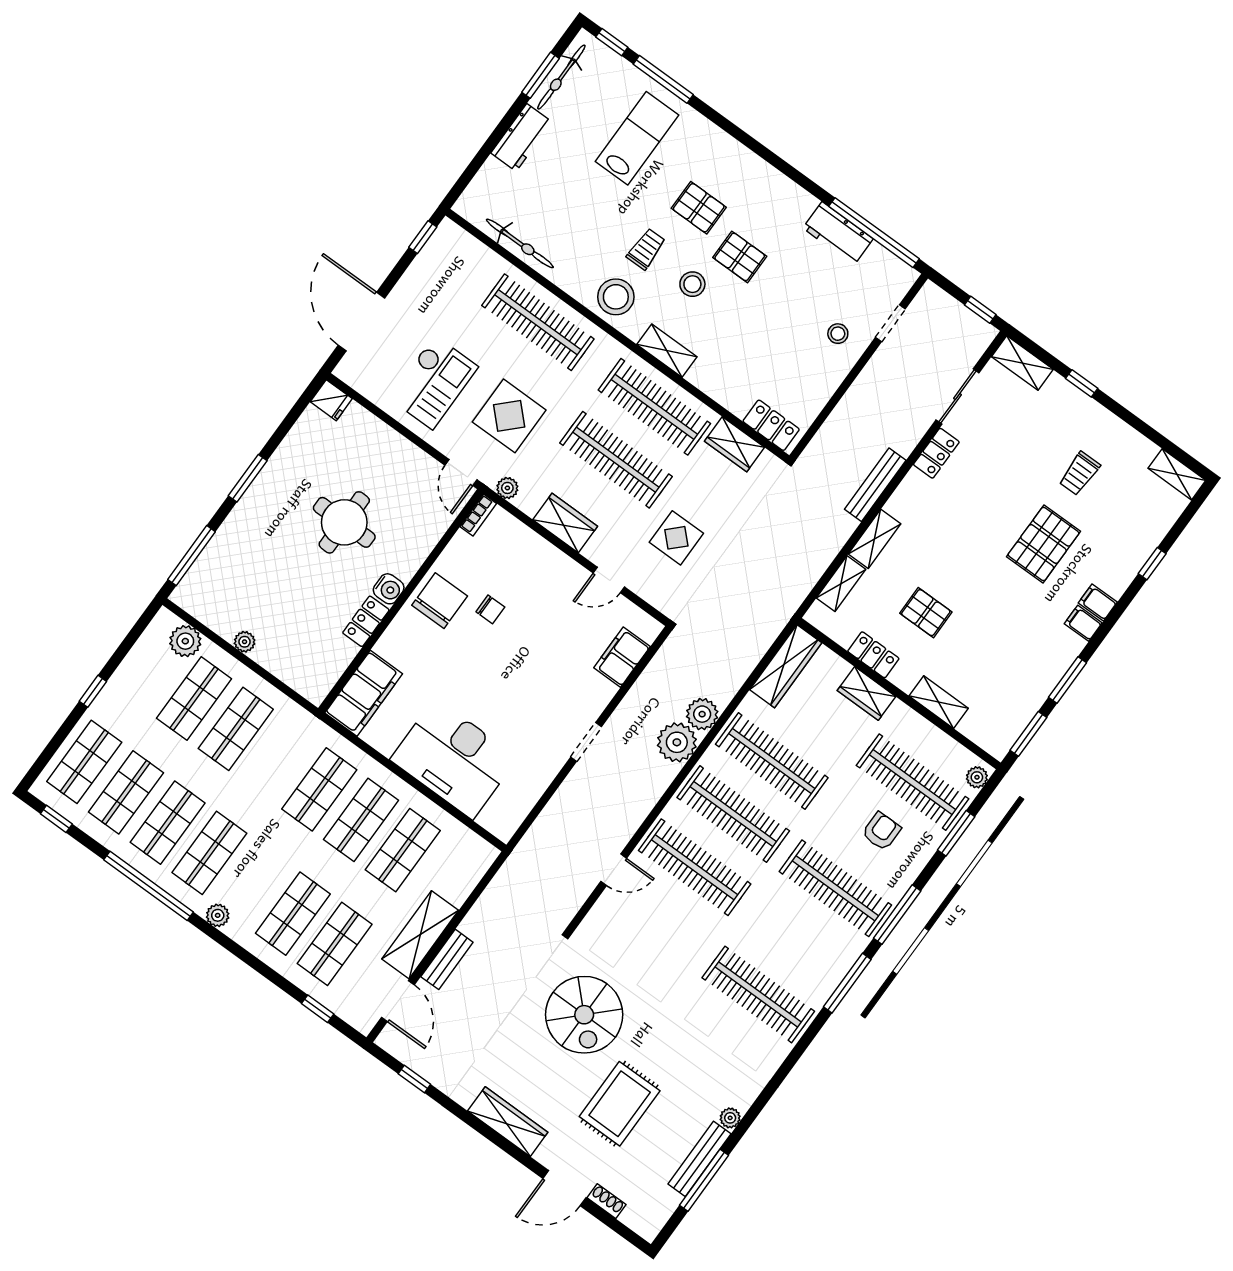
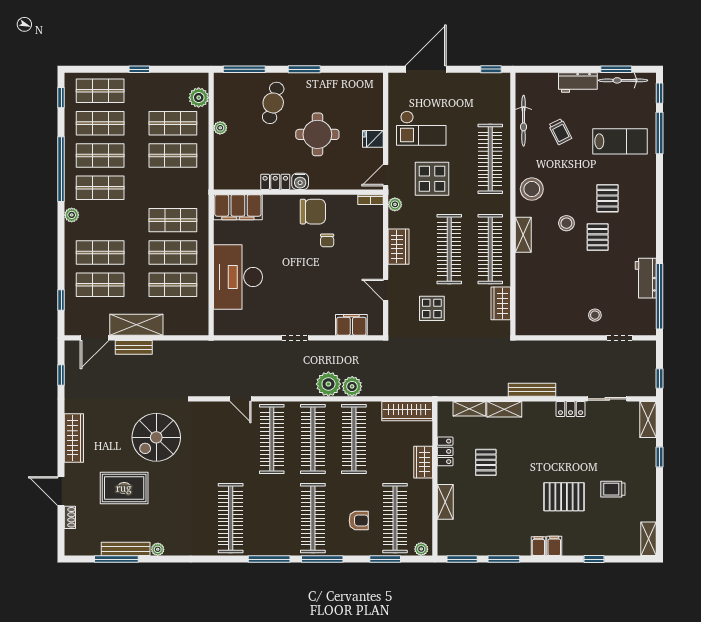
trolley: (646, 249) -> (560, 132), moved, turned 63
fridge: (331, 400) -> (373, 139), moved, turned 90
locker: (771, 425) -> (524, 315), removed
cafe table: (262, 550) -> (273, 103), added

